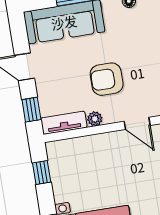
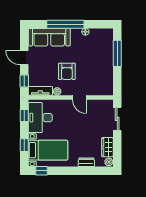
armchair: (107, 79) -> (67, 71), turned -90
desk: (72, 172) -> (40, 118), added

